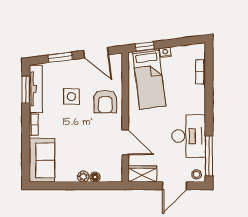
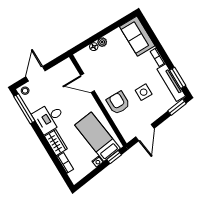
door: (96, 53) -> (145, 133), swing flipped
window: (60, 57) -> (177, 107), moved
desk: (189, 136) -> (49, 118), width x0.73
wardrobe: (142, 174) -> (56, 143), moved, turned -90

